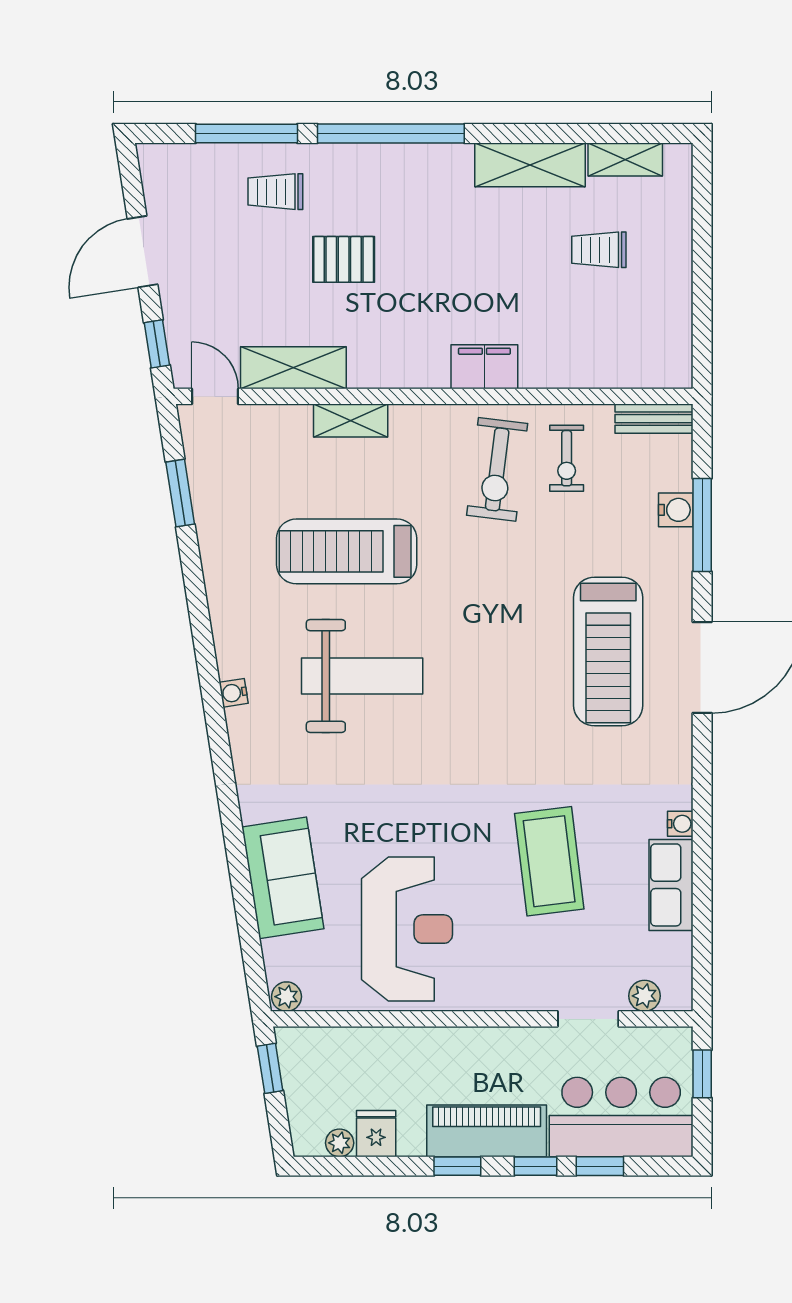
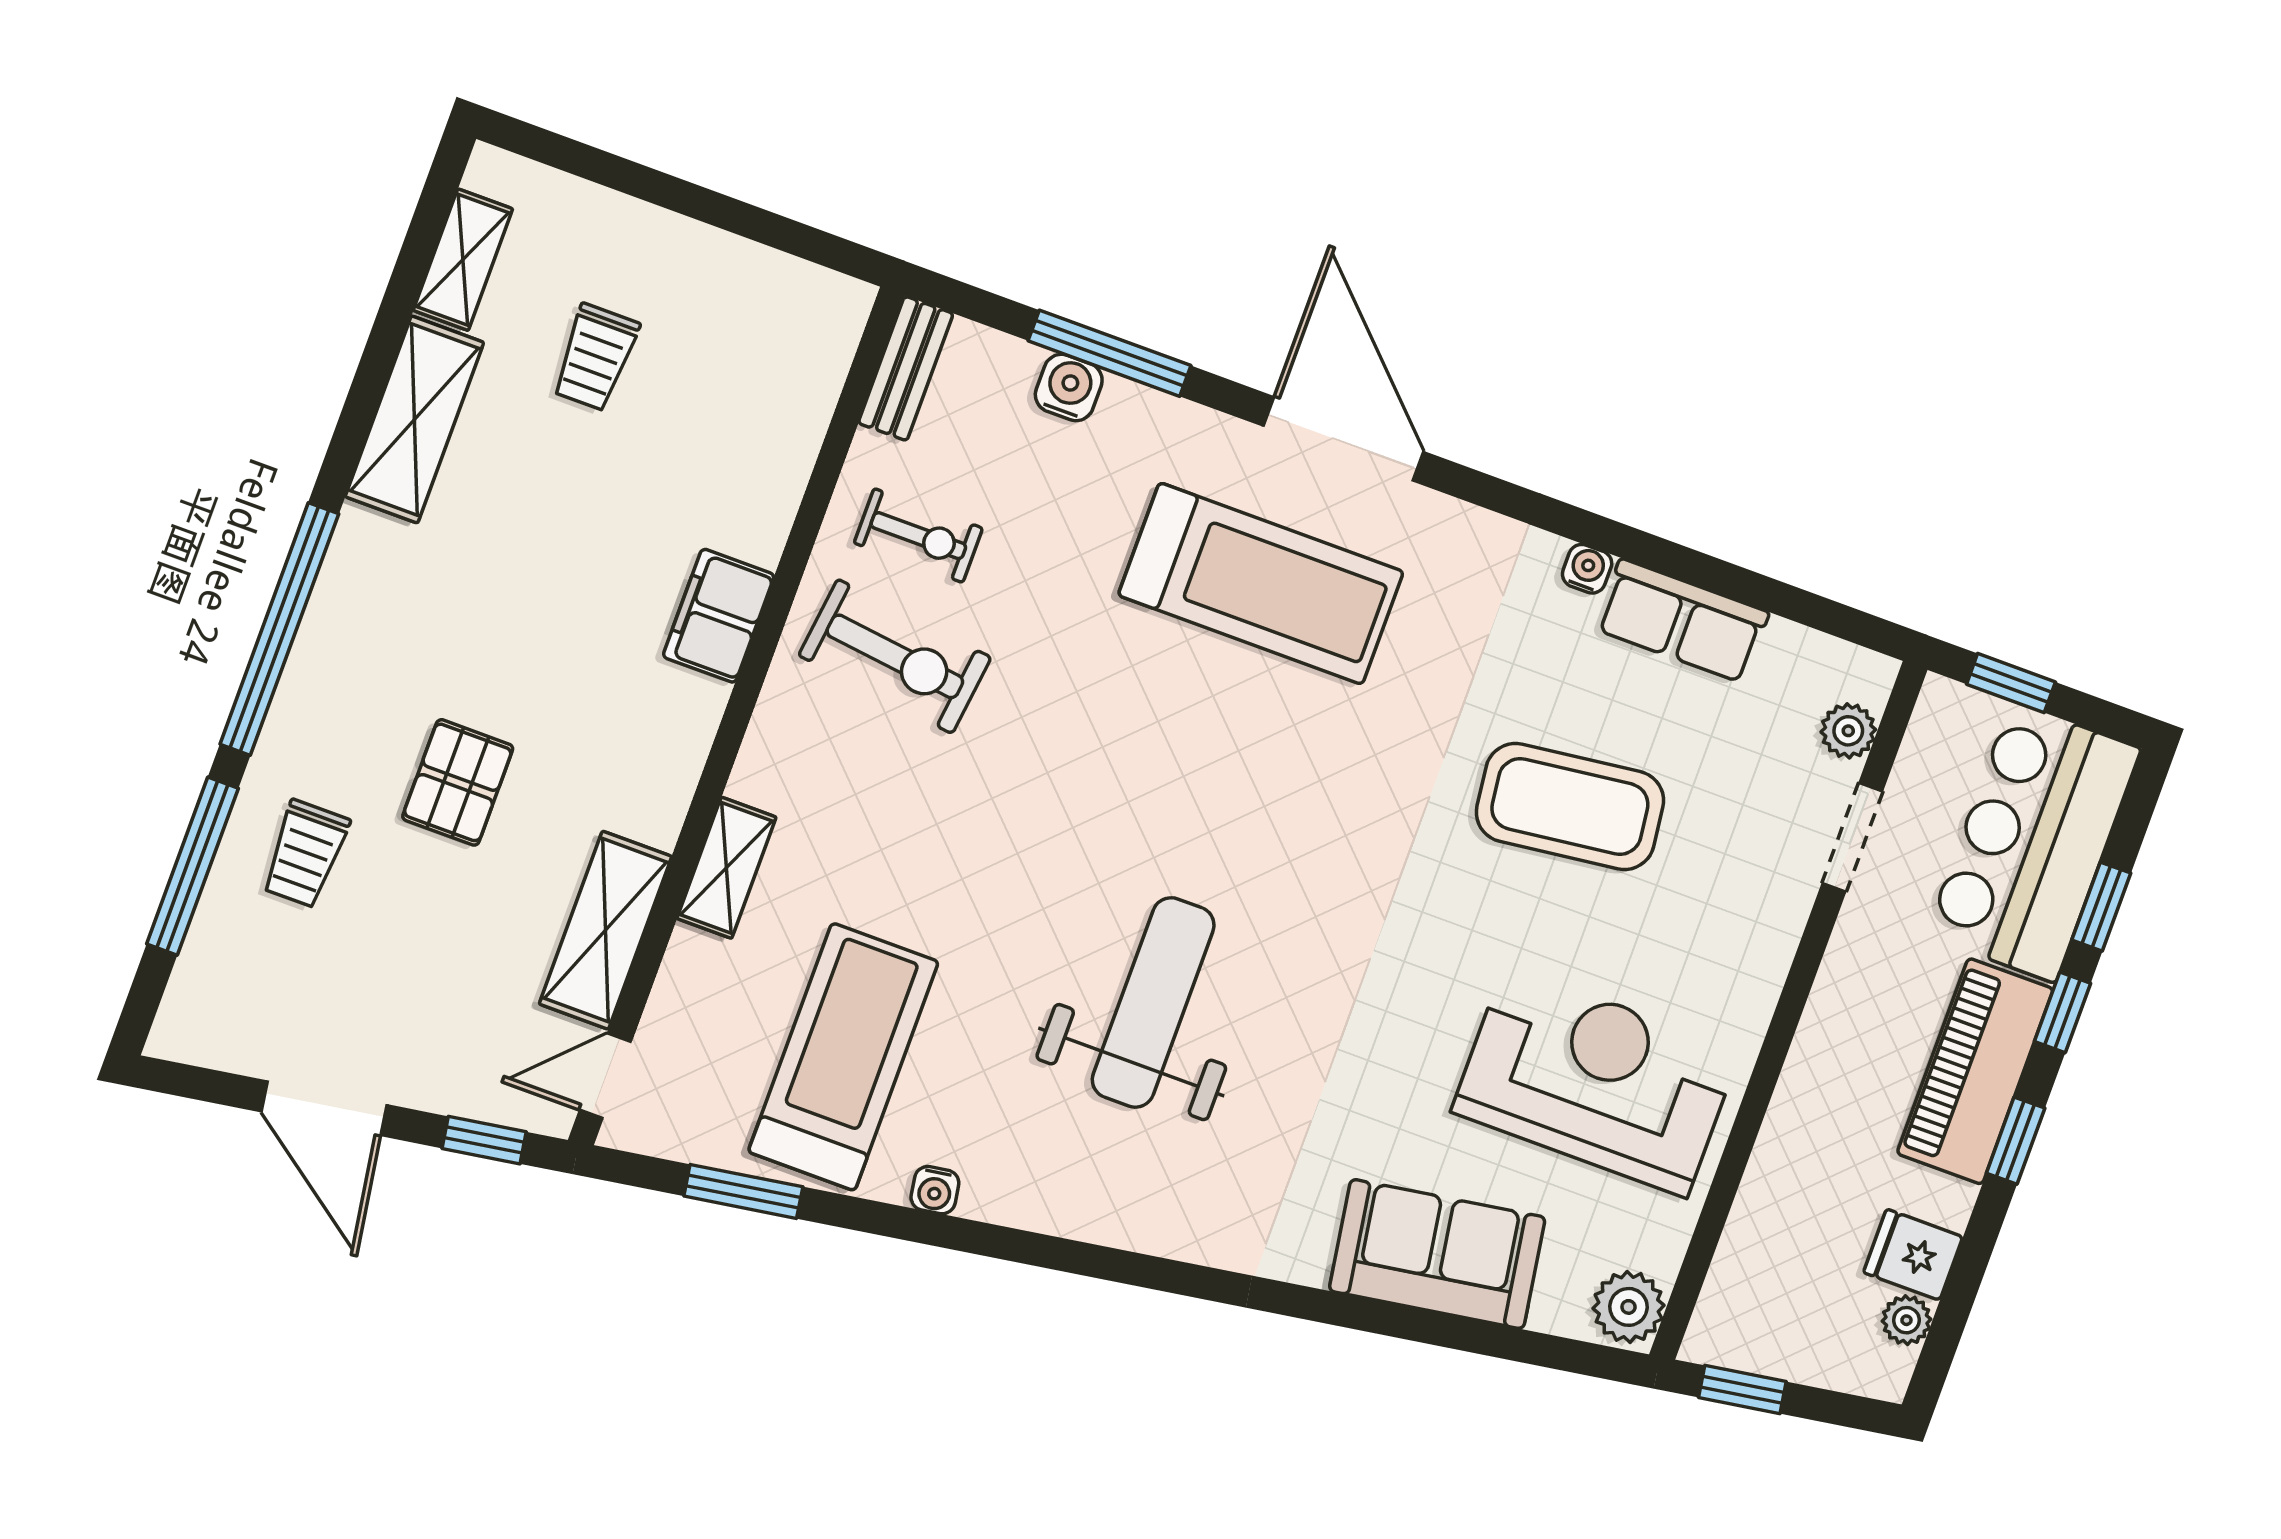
treadmill: (347, 551) -> (843, 1057), moved, turned 180
water cooler: (234, 693) -> (935, 1190), moved
plant: (286, 997) -> (1629, 1307), width x1.38, depth x1.38

